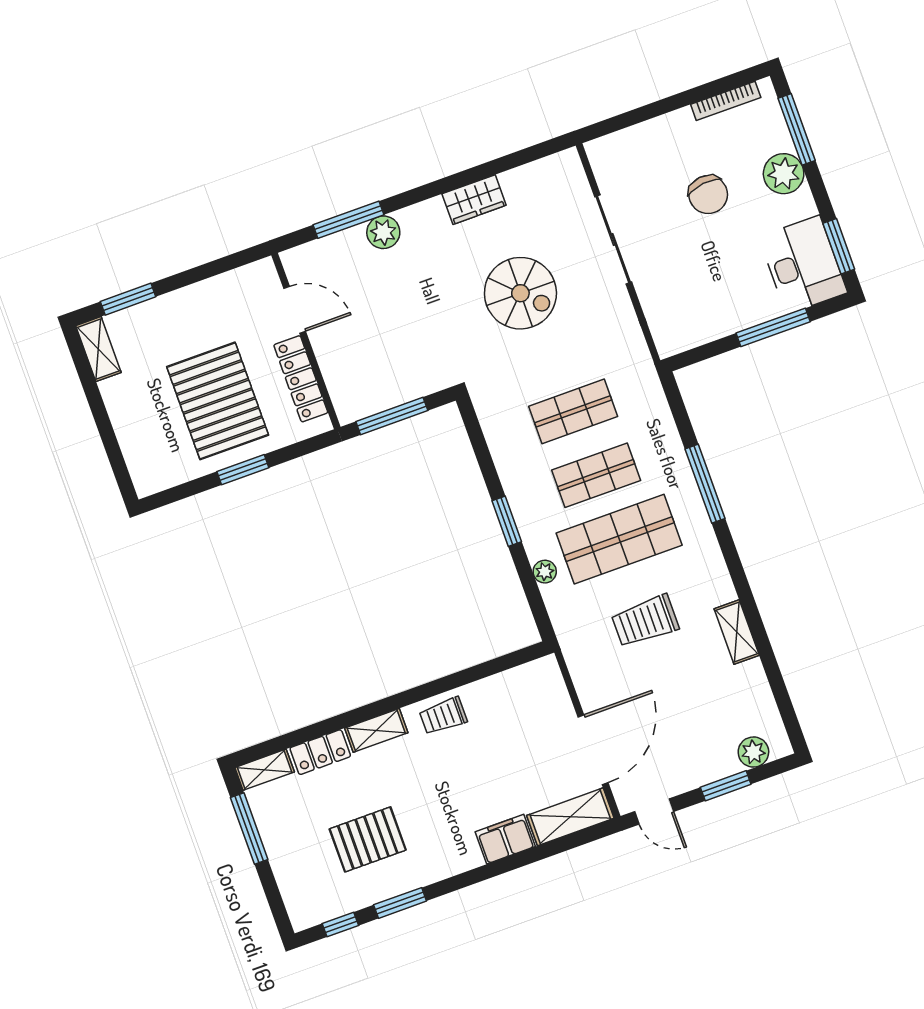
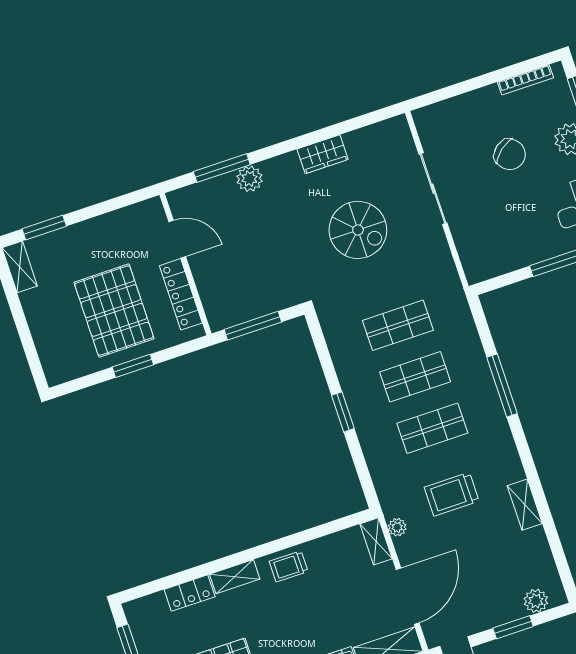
chair: (708, 195) -> (510, 154), turned -32
shop shelf: (619, 539) -> (432, 428), width x0.70, depth x0.74
plant: (545, 572) -> (397, 527), moved
shelving: (265, 770) -> (376, 541), moved, turned 90

